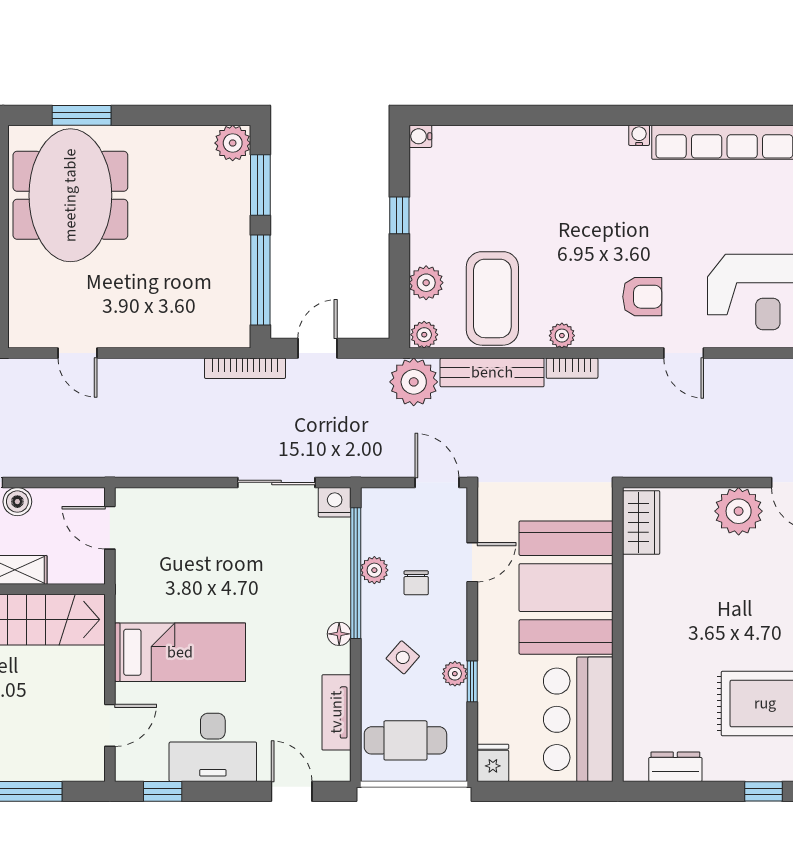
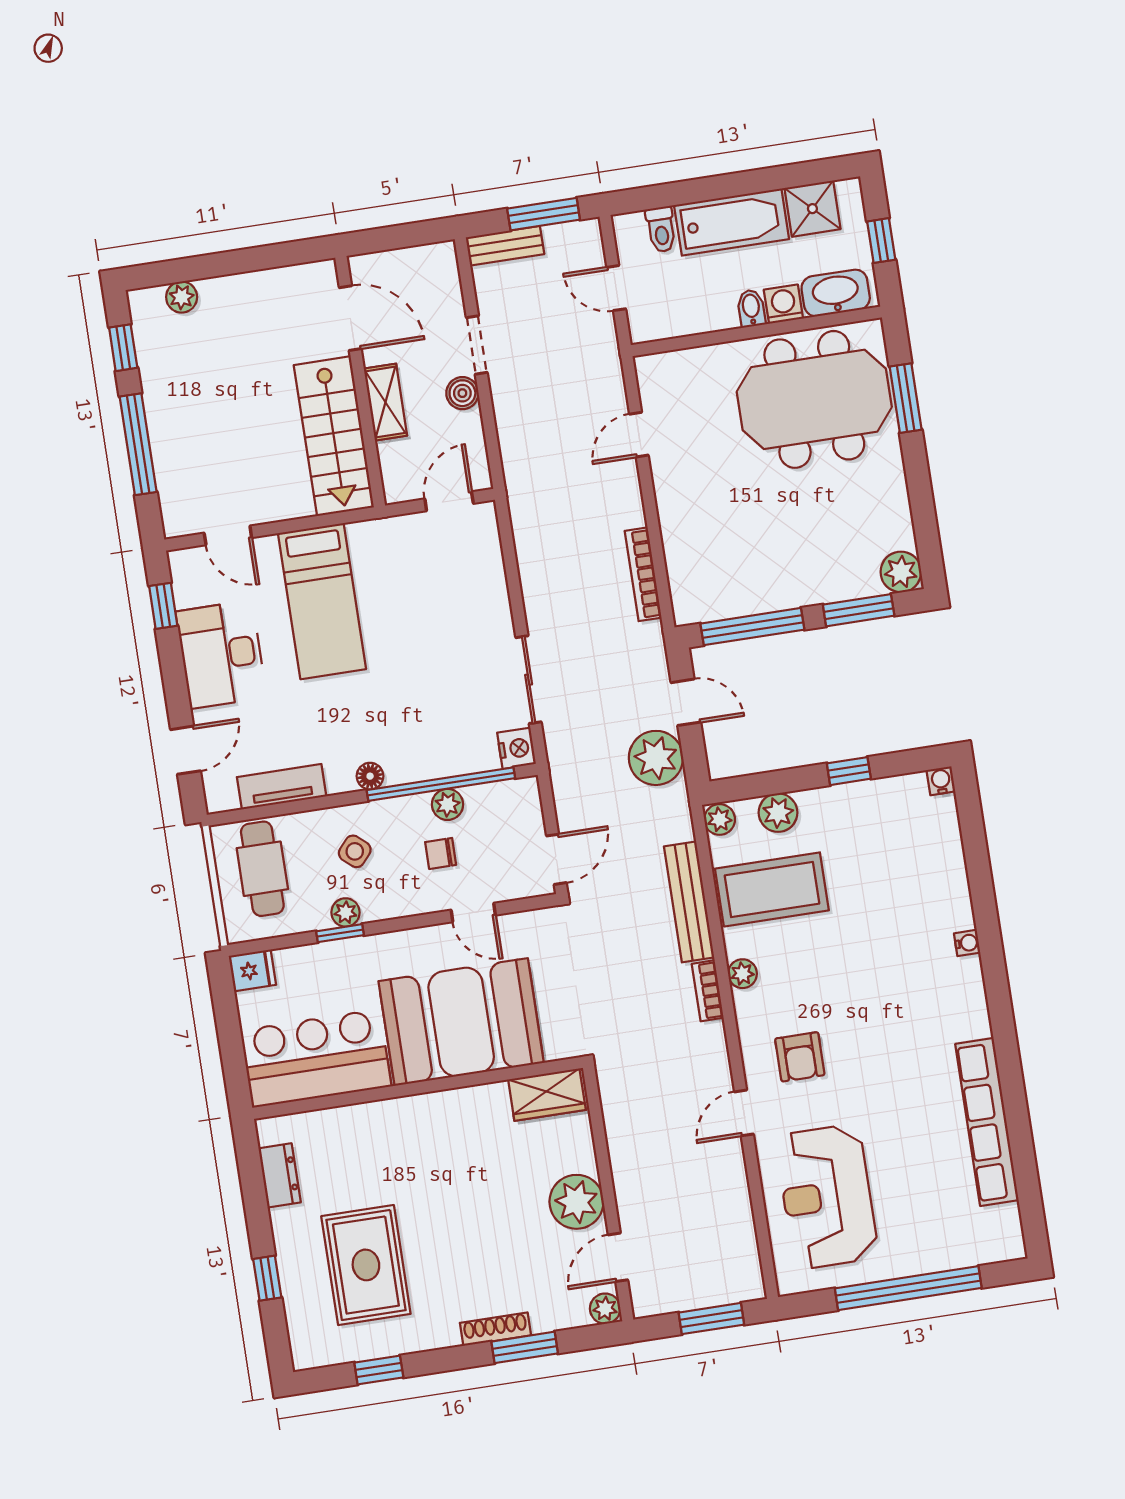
water cooler: (639, 135) -> (967, 943), moved
bookcase: (245, 368) -> (643, 574), moved
plant: (414, 382) -> (656, 758), moved

